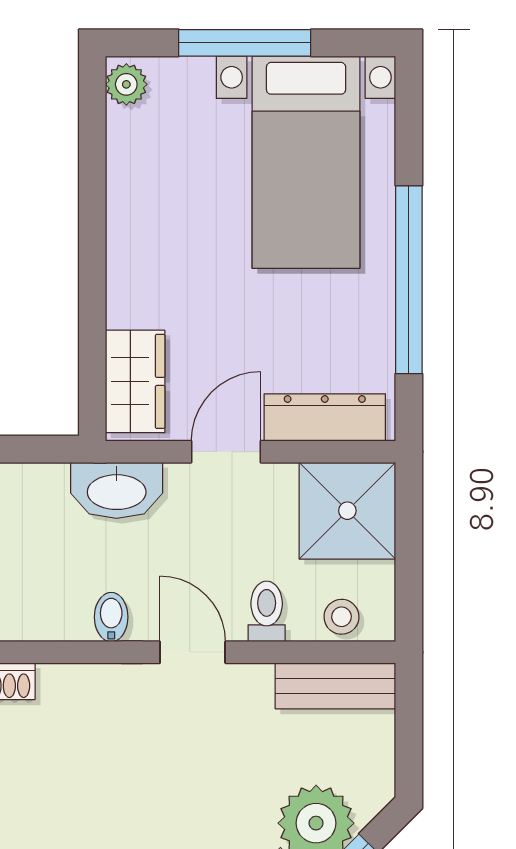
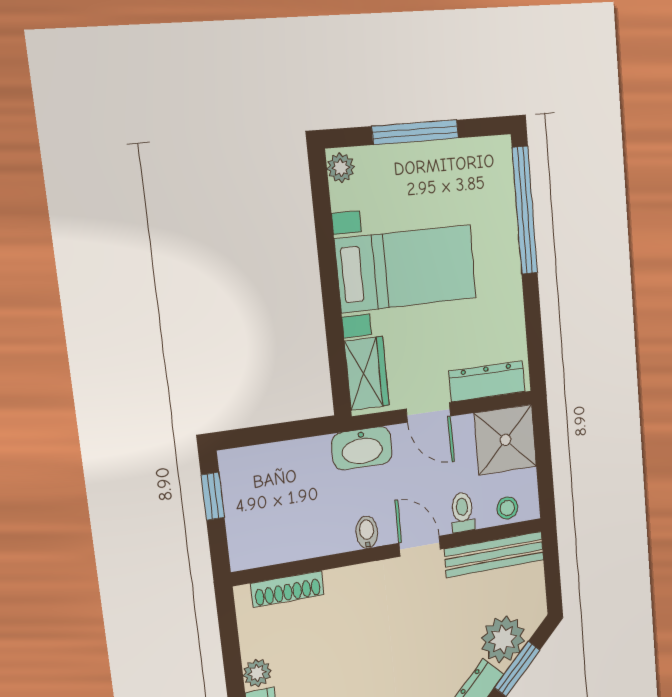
bed with nightstands: (306, 162) -> (406, 269), moved, turned -90
window: (409, 280) -> (525, 210), moved
door: (226, 452) -> (428, 412), swing flipped
bench: (335, 686) -> (494, 554), width x1.36

